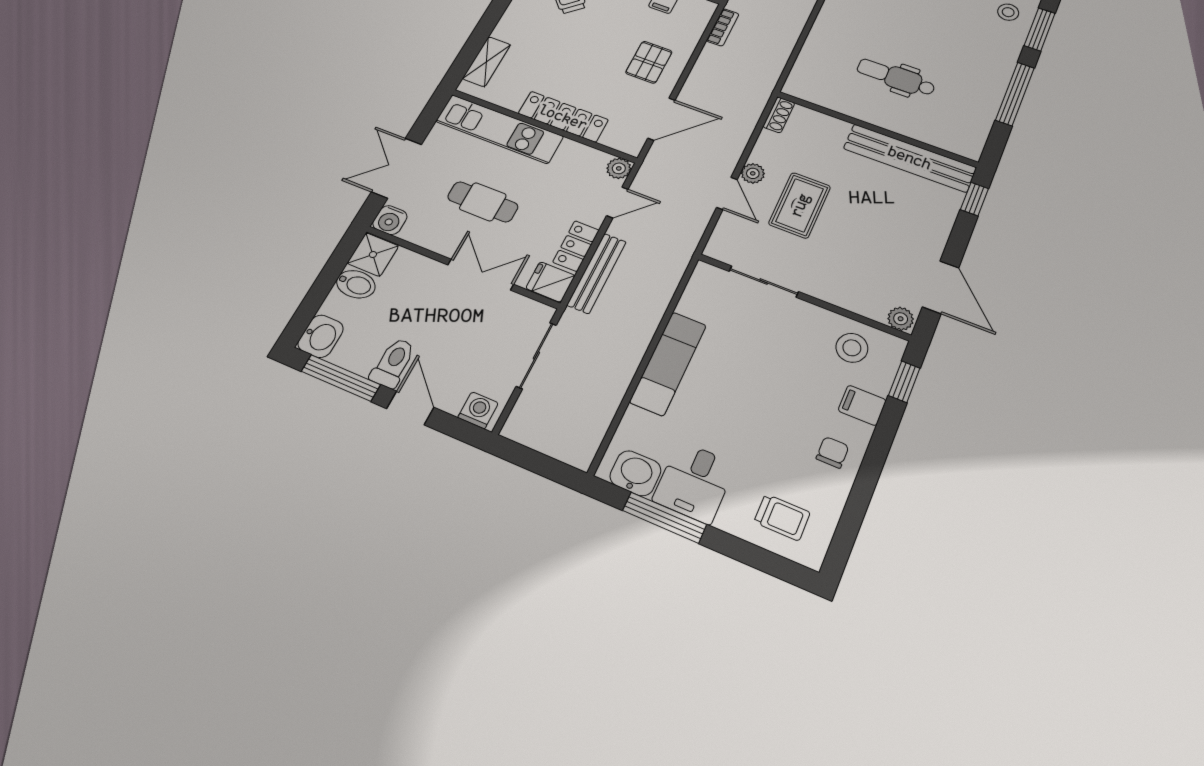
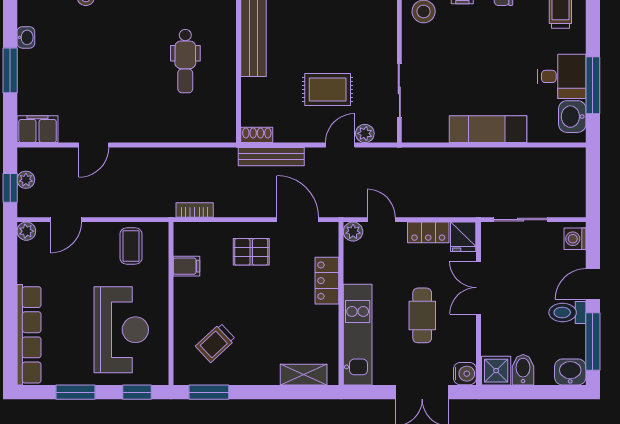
locker: (563, 117) -> (327, 281), width x0.66
plant: (753, 173) -> (365, 133), moved
bench: (597, 273) -> (271, 157), moved

